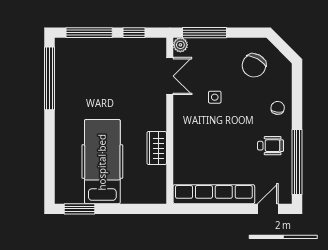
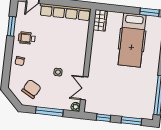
window: (89, 33) -> (131, 121), width x0.69
window: (204, 33) -> (49, 112), moved
wardrobe: (157, 148) -> (100, 20), moved
window: (297, 162) -> (12, 26), width x0.47

